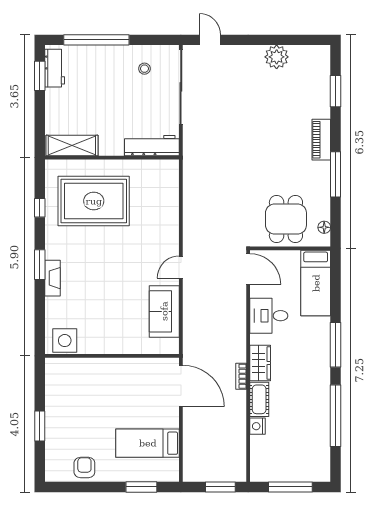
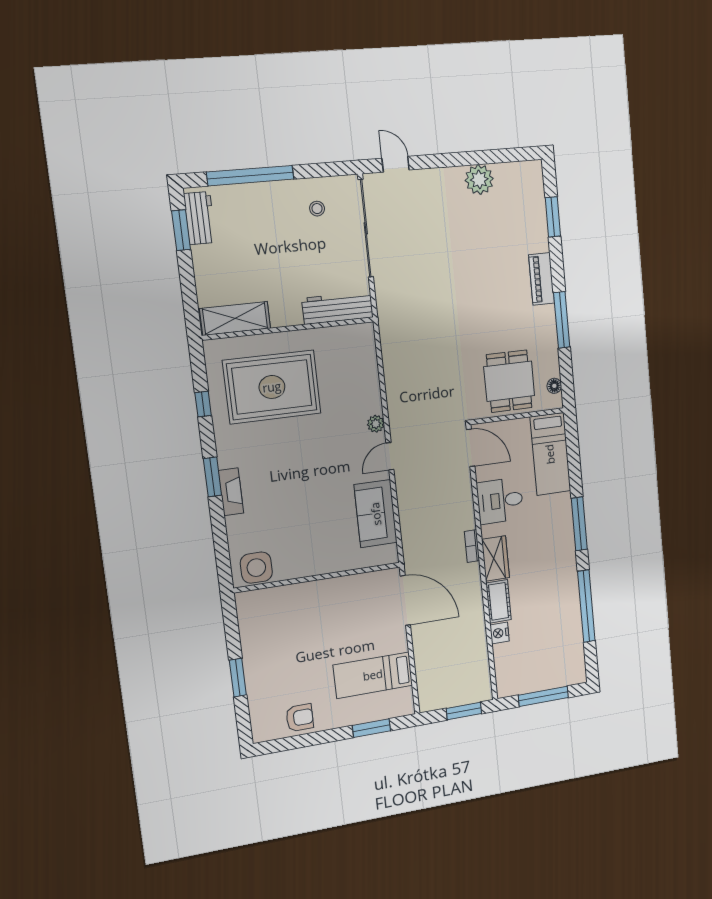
plant: (172, 240) -> (376, 424), added
bookcase: (241, 376) -> (472, 546), moved
armchair: (84, 467) -> (300, 718), turned 90

